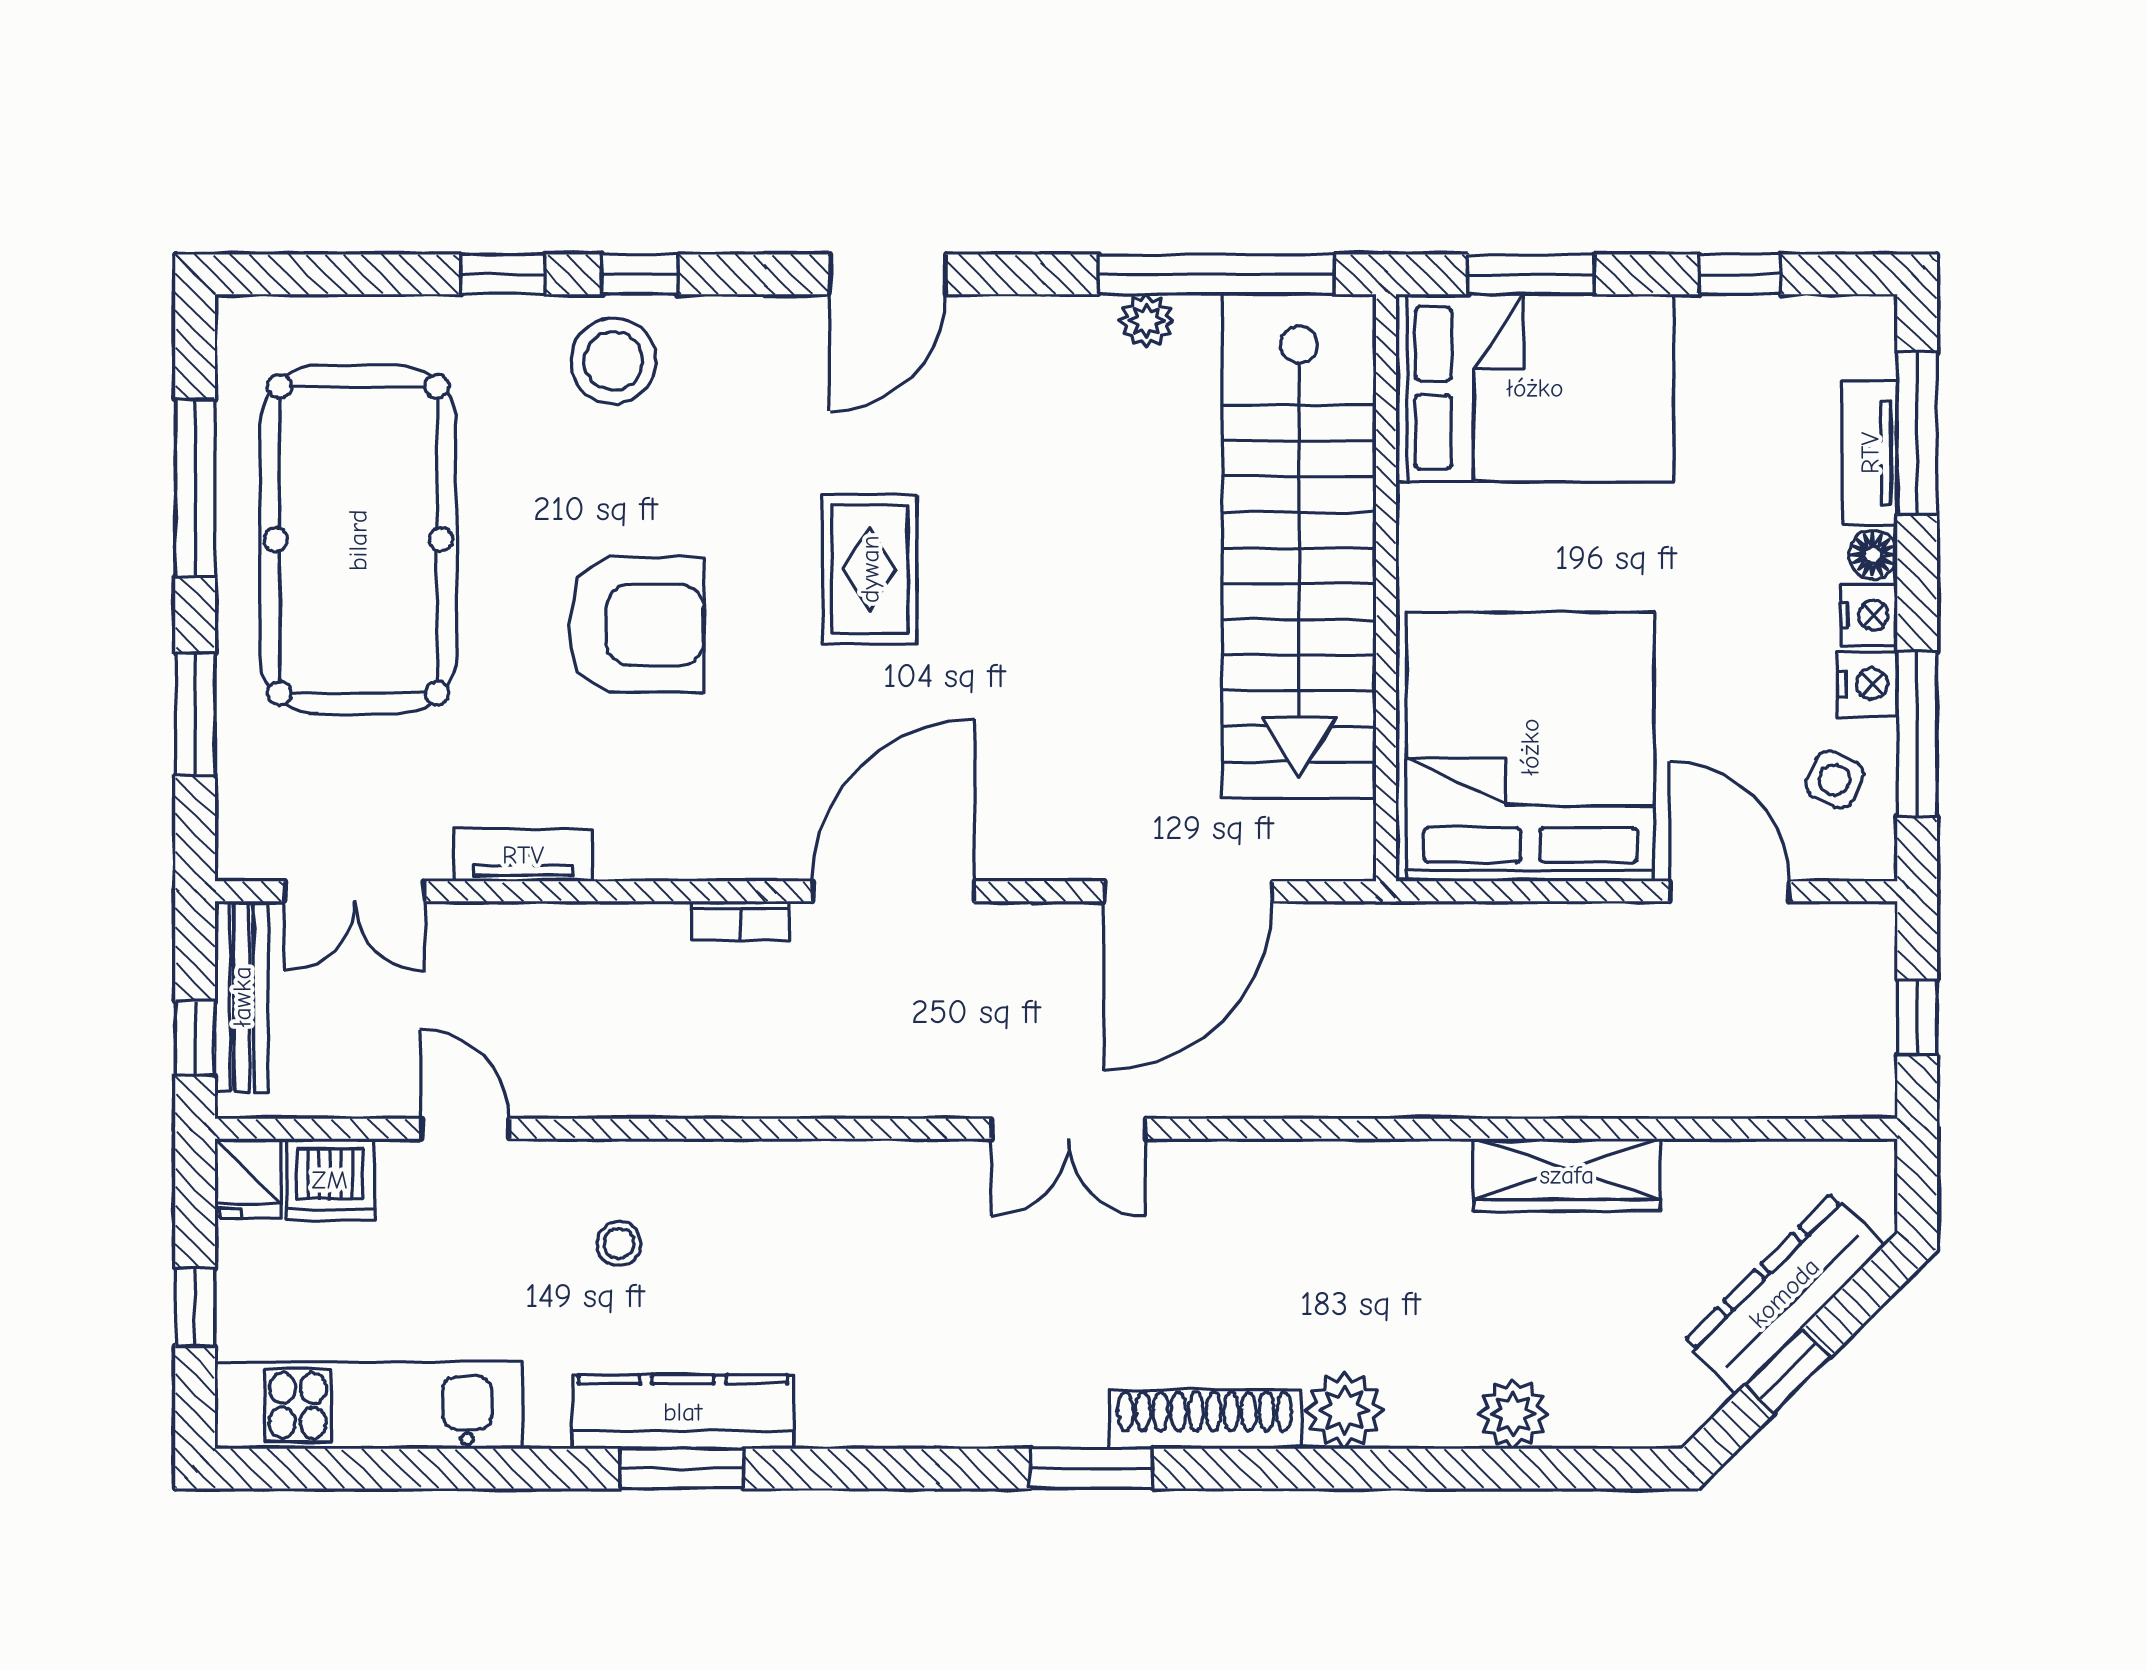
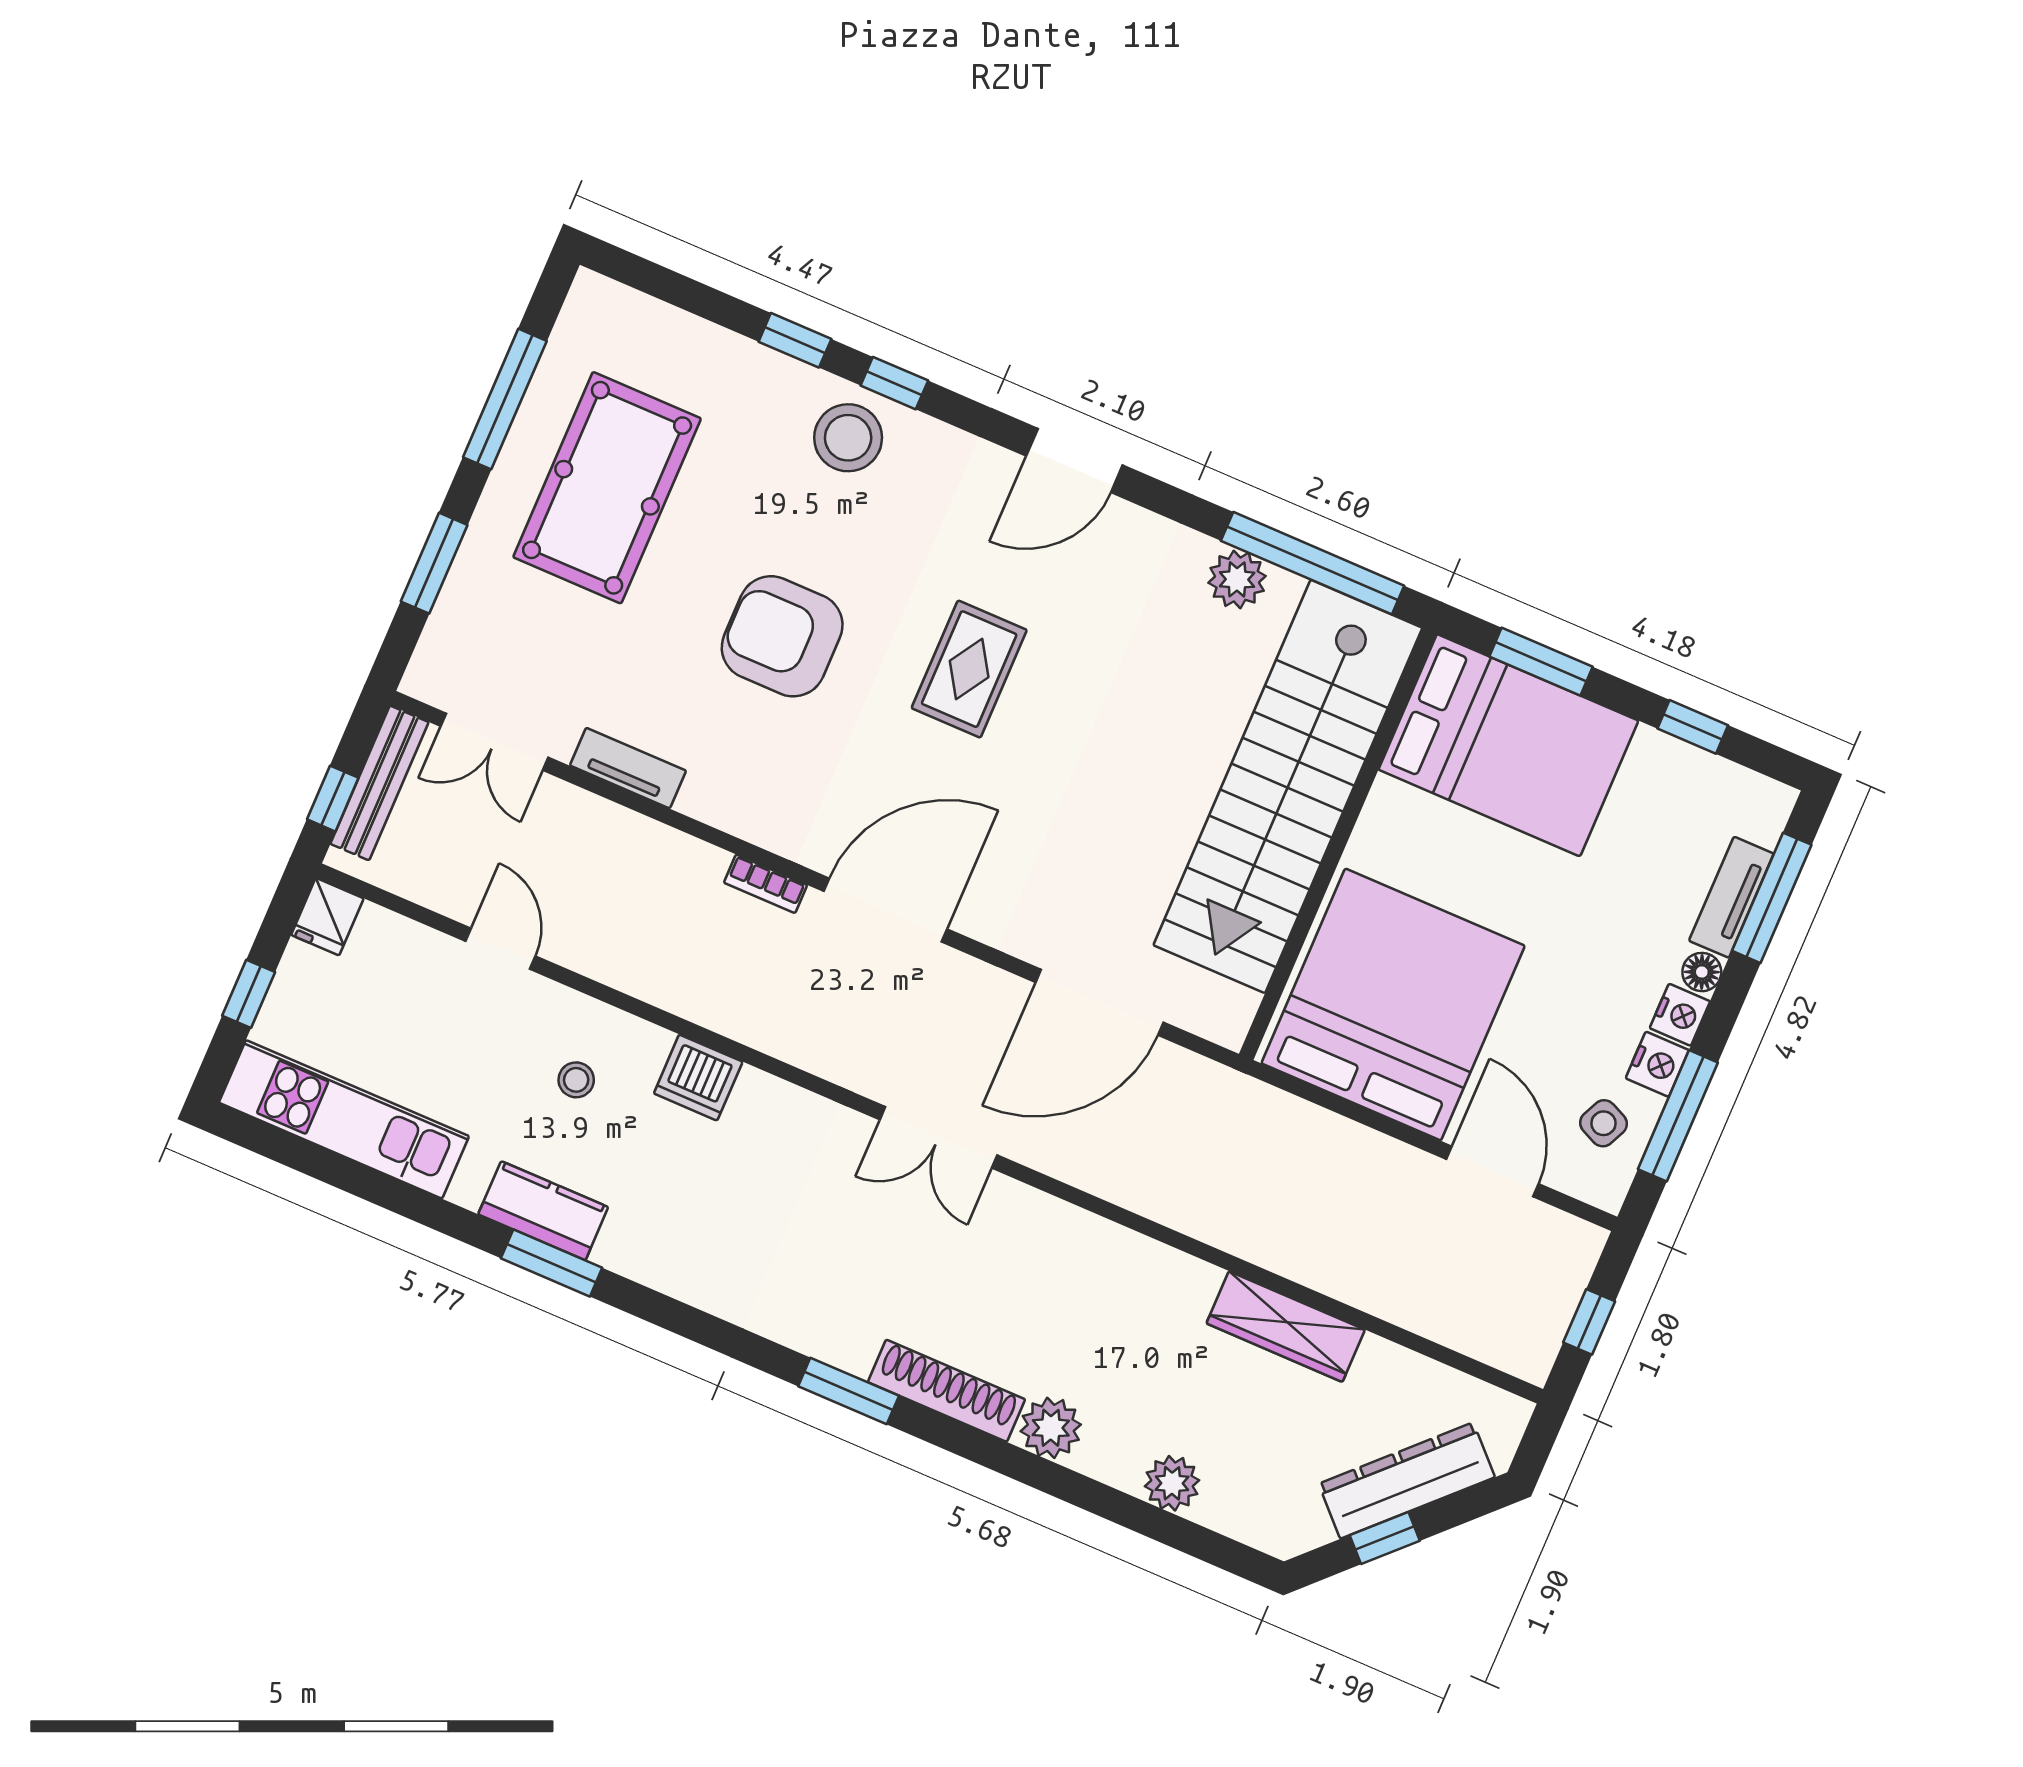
plant: (1146, 321) -> (1237, 579), width x1.38, depth x1.38
pool table: (358, 540) -> (607, 488), width x0.73, depth x0.76
armchair: (636, 625) -> (782, 636), turned 180
dishwasher: (330, 1180) -> (698, 1078), moved
kitchen counter: (683, 1412) -> (543, 1211), width x0.67

